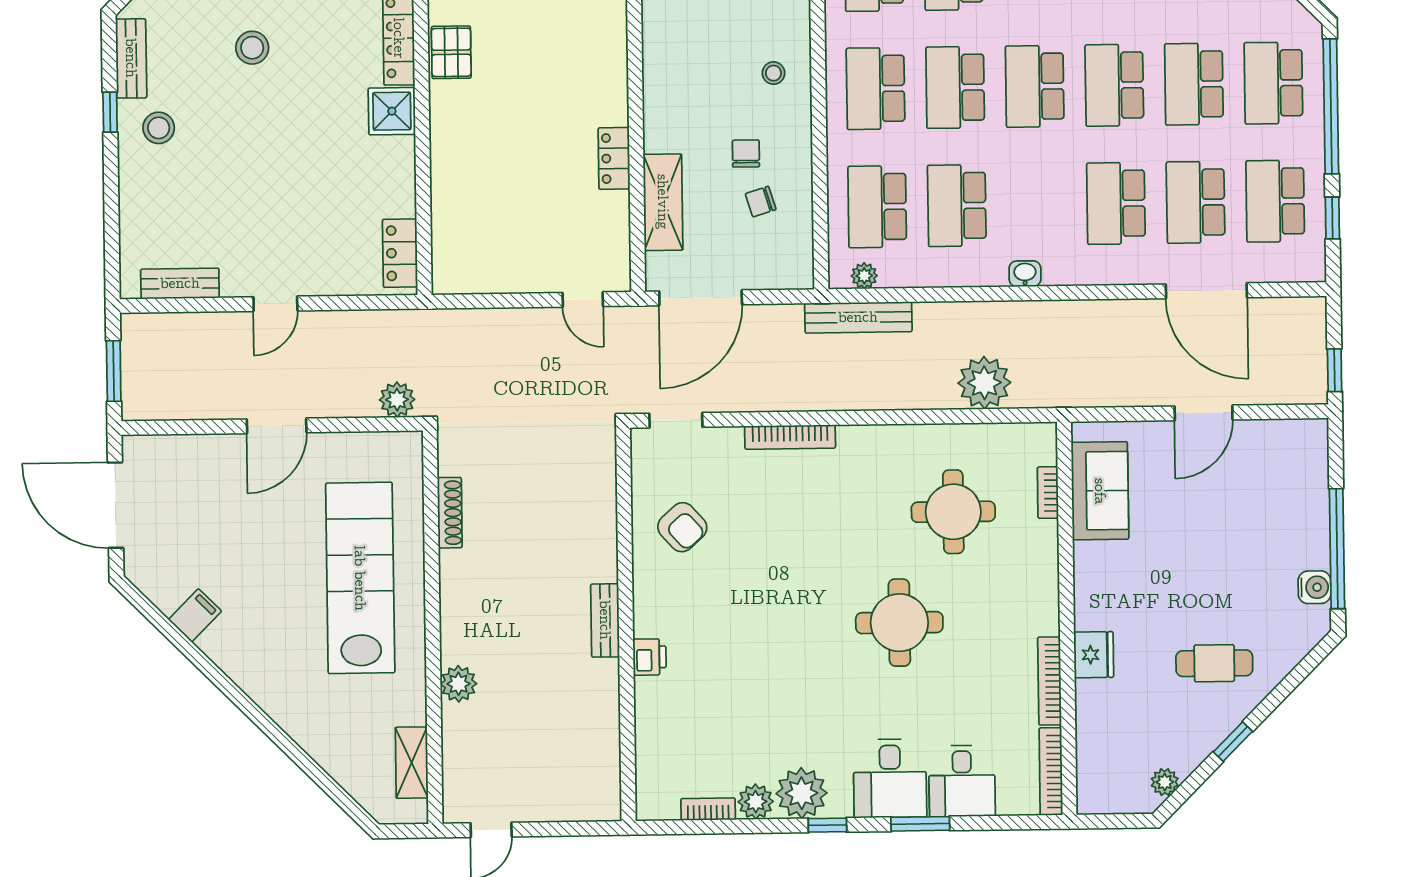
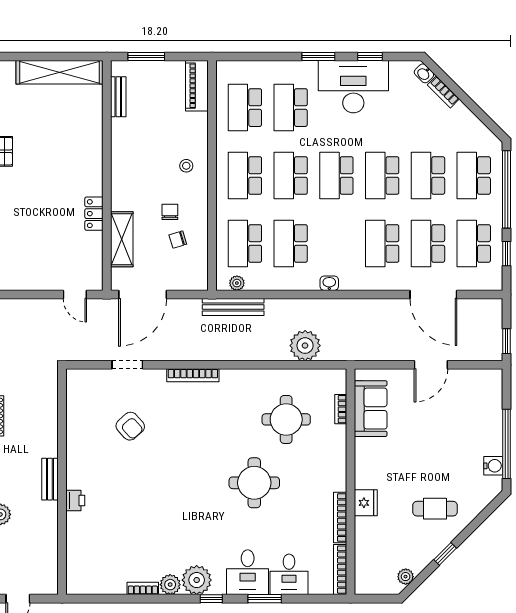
bench: (605, 620) -> (50, 479), moved
wall: (626, 624) -> (62, 482), moved
printer: (650, 657) -> (75, 501), moved

